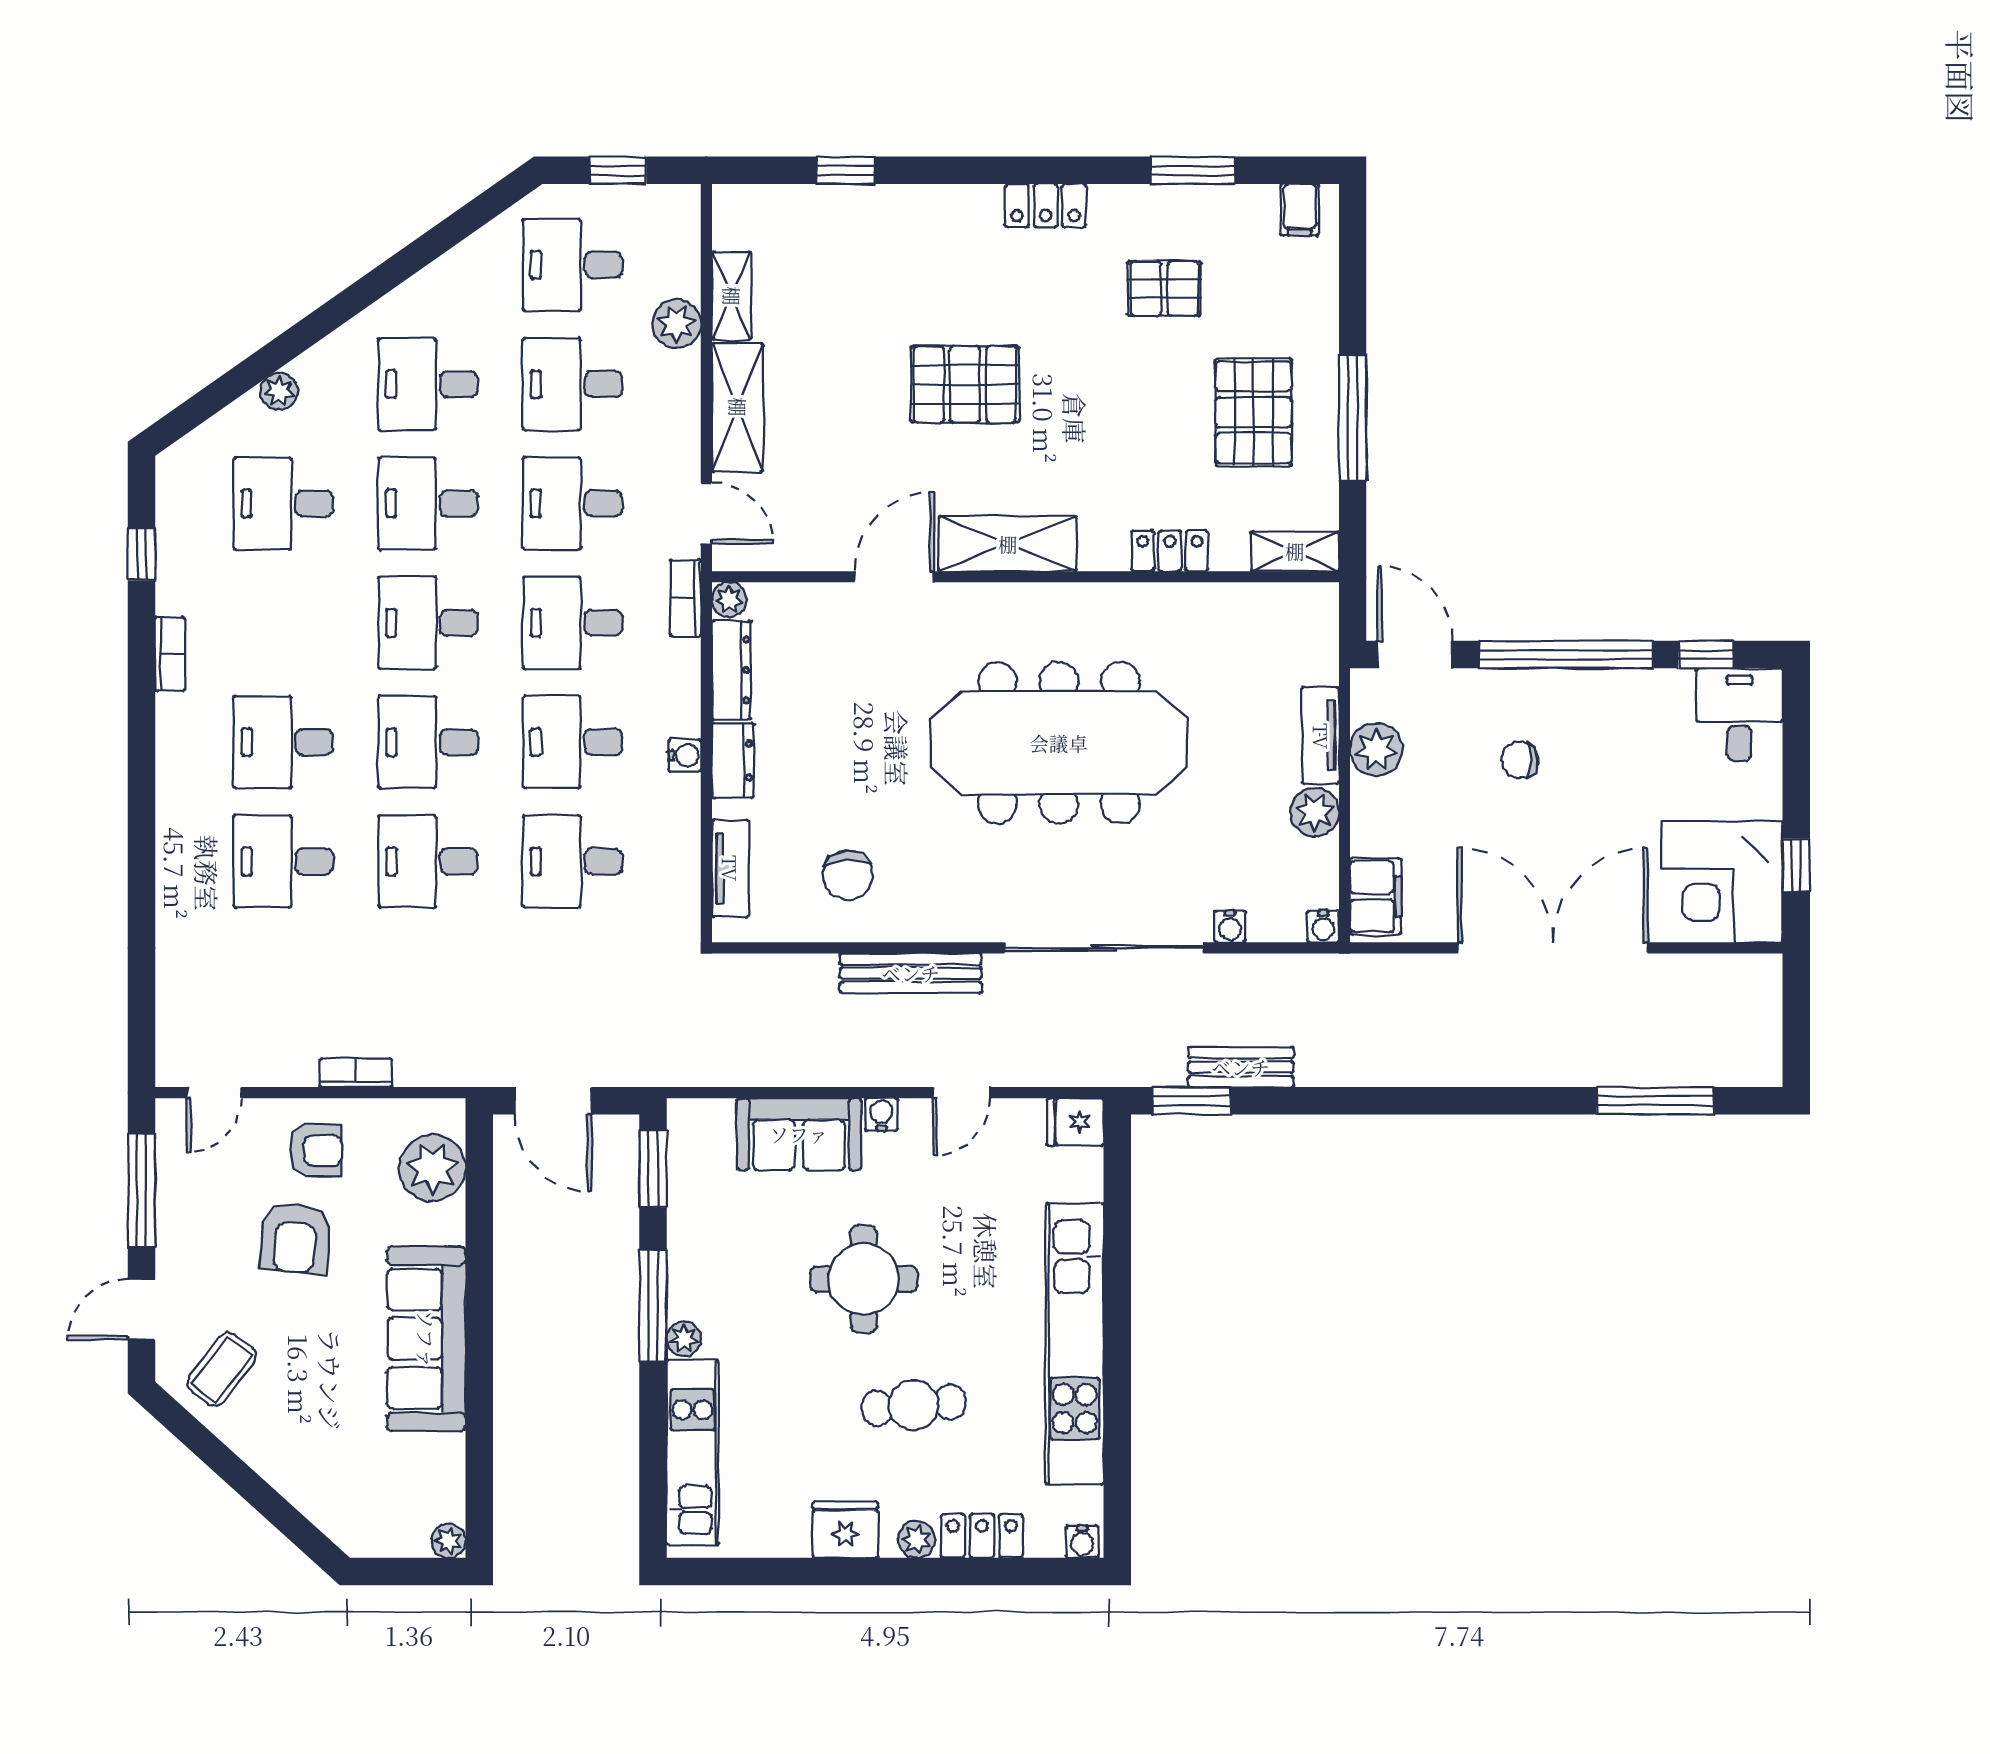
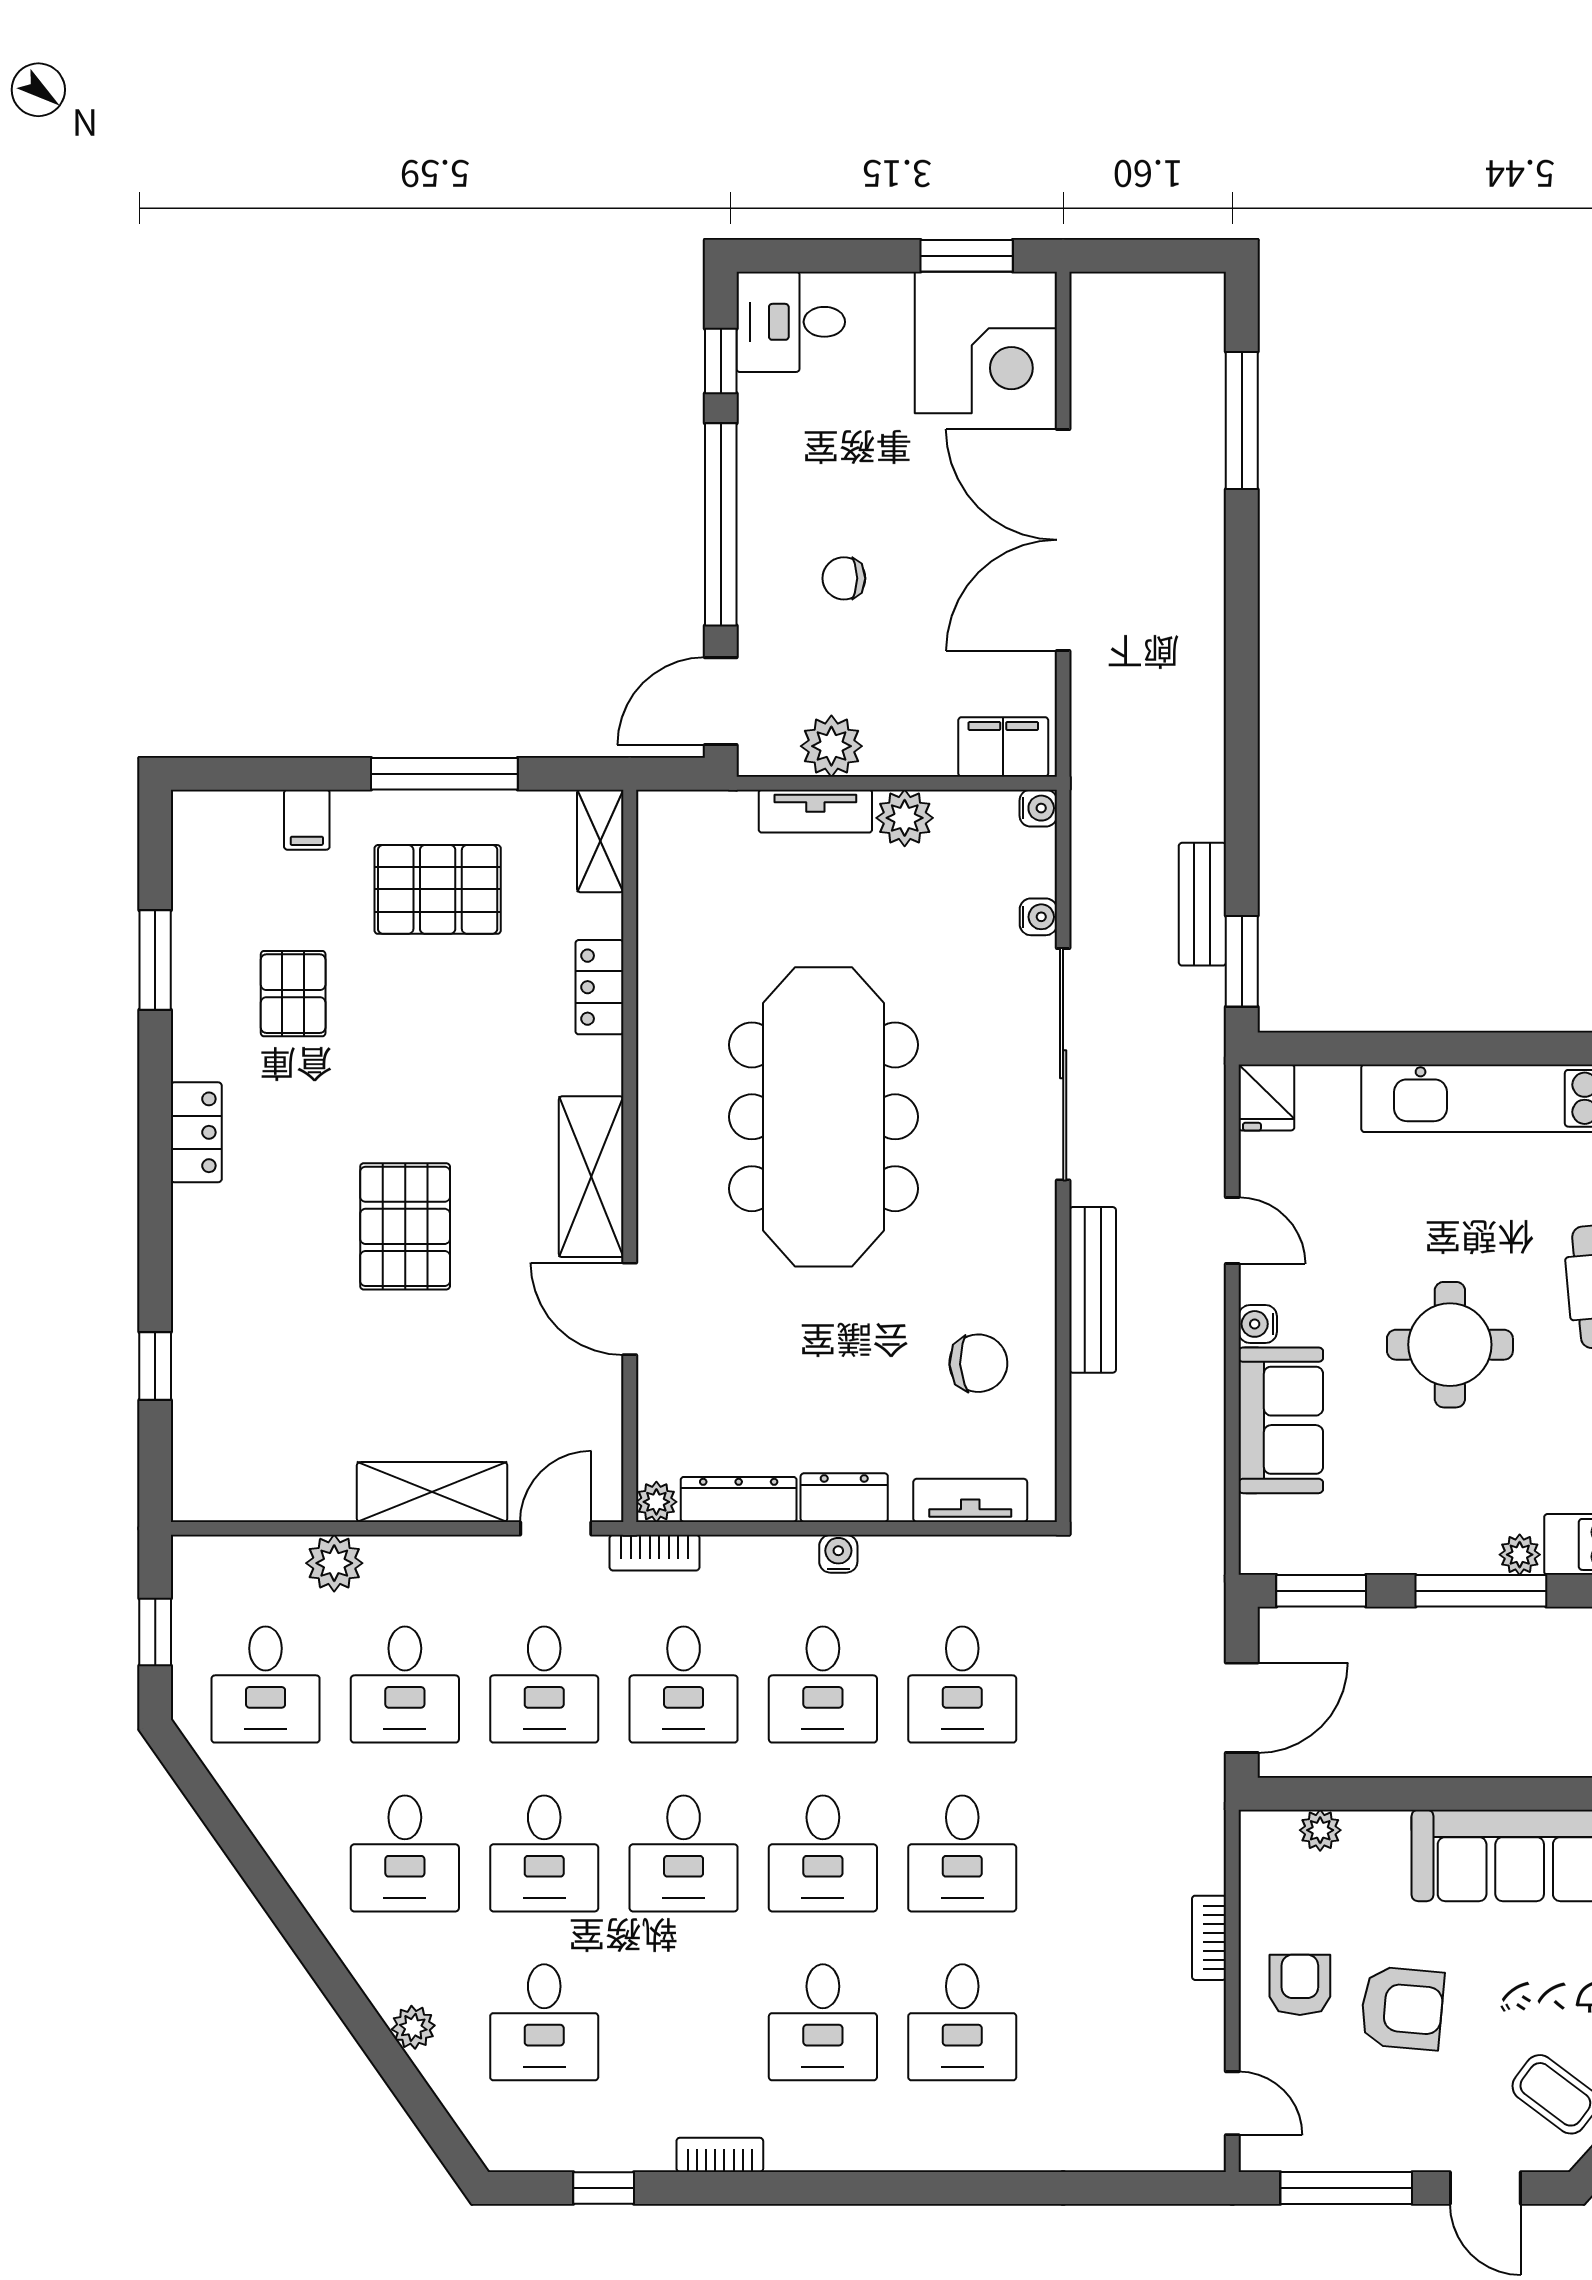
filing cabinet: (1300, 210) -> (307, 820), moved, turned 90
shelving: (732, 296) -> (302, 1499), removed
chair: (1520, 760) -> (844, 578), turned 90
window: (1796, 865) -> (967, 256), width x1.50
plant: (432, 1168) -> (1320, 1830), width x0.53, depth x0.53

